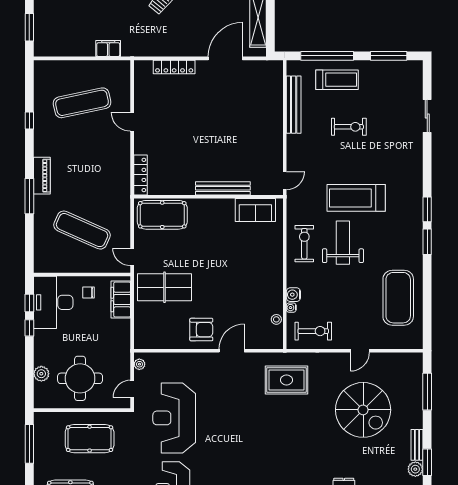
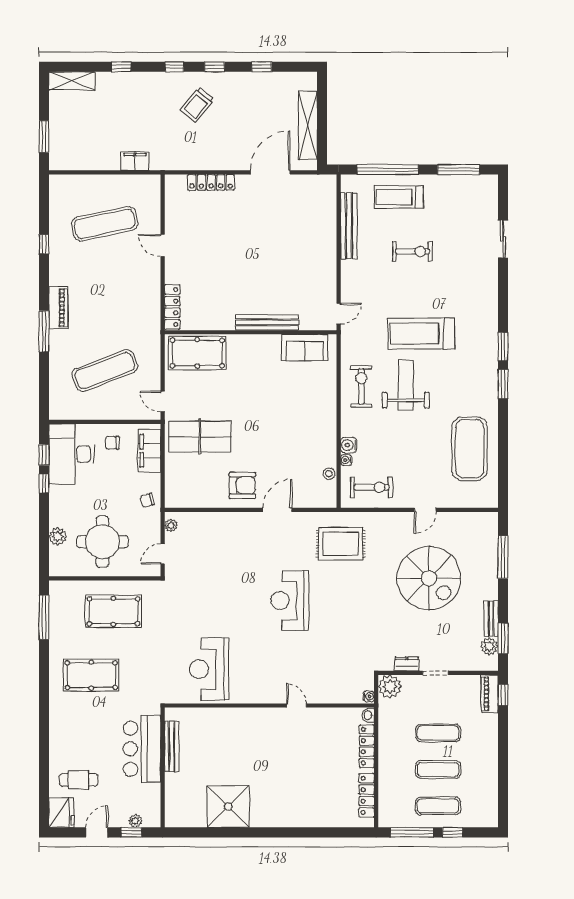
treadmill: (337, 80) -> (399, 197), turned 180
exercise mat: (82, 230) -> (105, 371), turned -45
chair: (119, 342) -> (147, 500), added
reception desk: (174, 418) -> (290, 601), moved, width x0.74, depth x0.77

